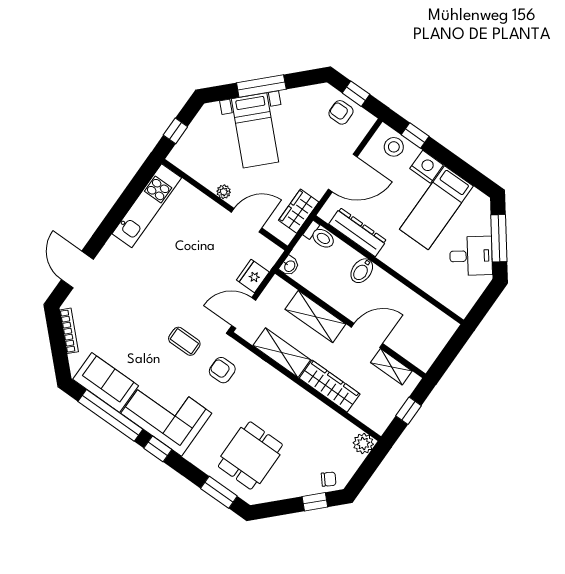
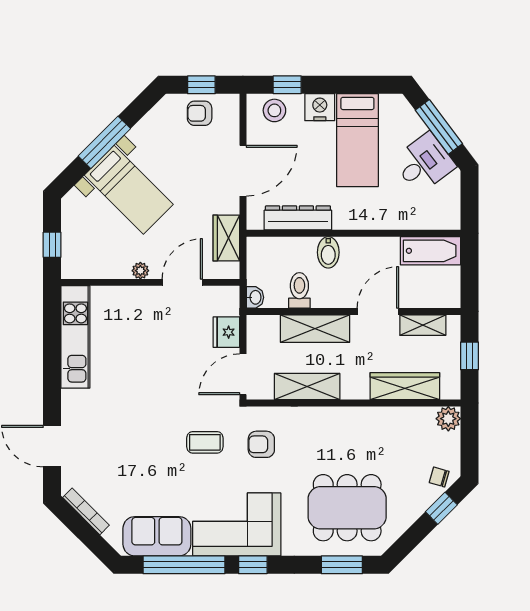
toilet: (320, 236) -> (299, 290), moved, turned -90
bathtub: (433, 319) -> (431, 251), added
wardrobe: (330, 386) -> (405, 386), moved
dining table: (250, 455) -> (347, 508), width x1.38
chair: (329, 479) -> (439, 477), turned -124

